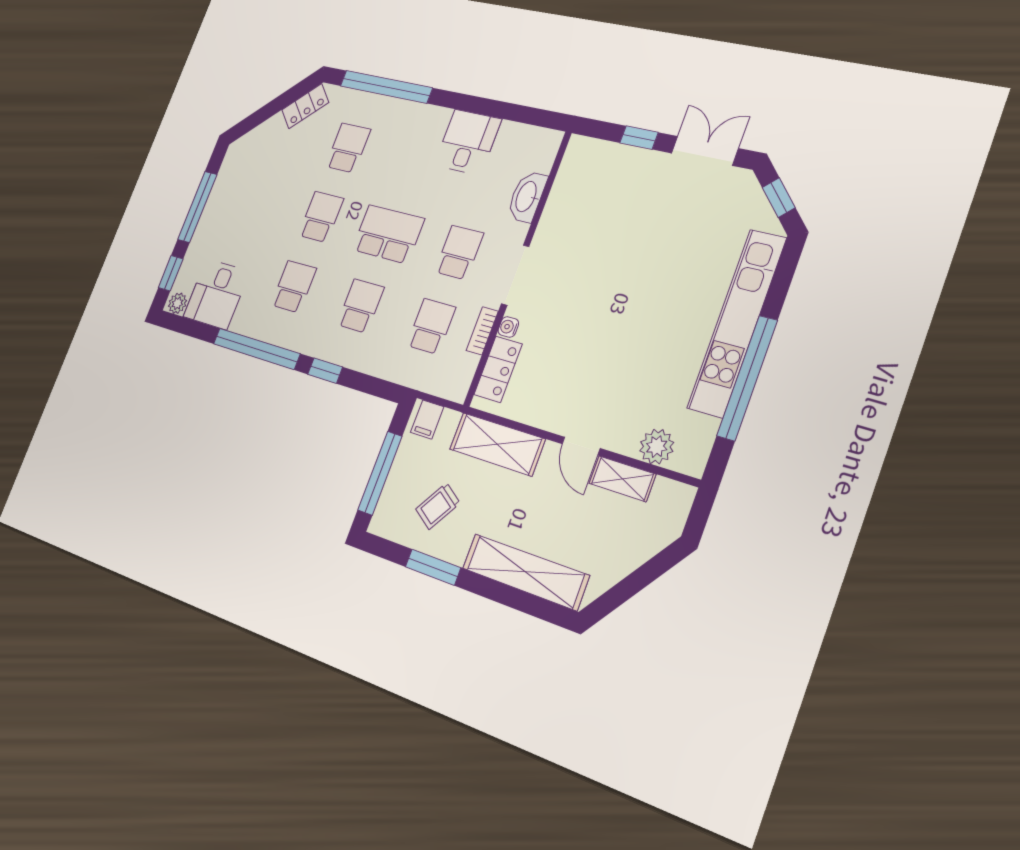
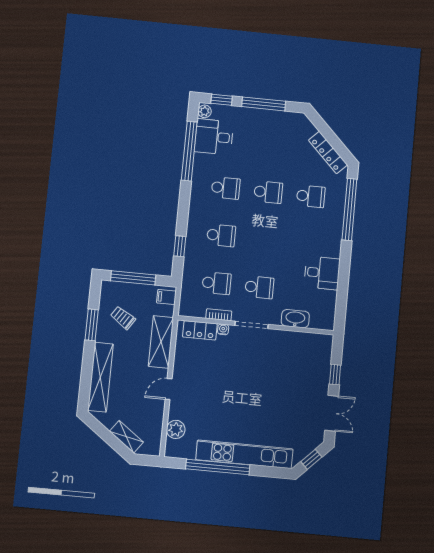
locker: (305, 106) -> (328, 152), width x1.53
school desk: (388, 234) -> (264, 240), removed
window: (256, 349) -> (189, 151), moved
window: (325, 371) -> (180, 246), moved
shelving: (622, 479) -> (126, 437), moved, turned -54

